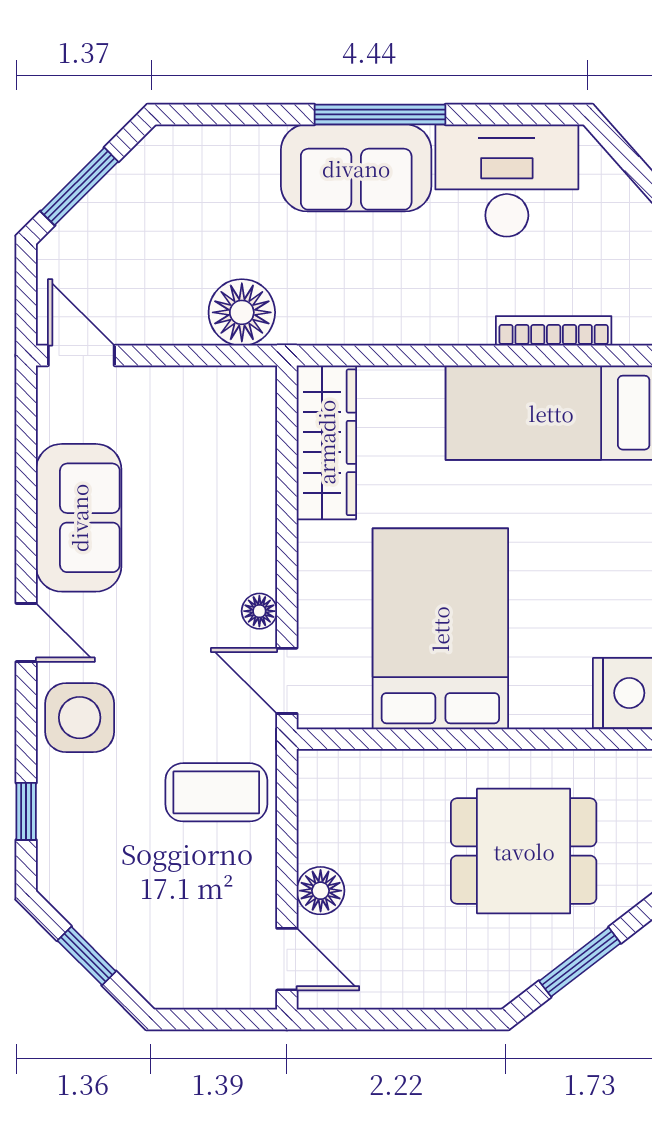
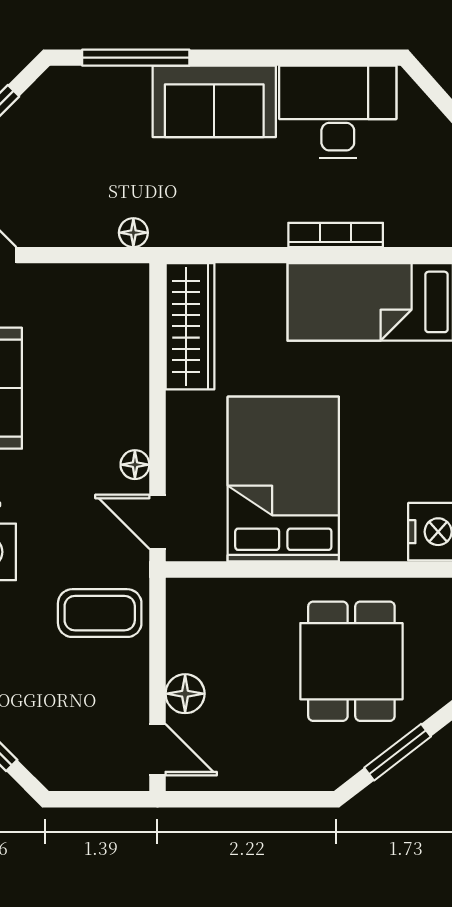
window: (380, 114) -> (136, 58), moved
floor lamp: (242, 312) -> (133, 233), width x0.53, depth x0.53
bookcase: (554, 331) -> (336, 235), moved
dining table: (524, 851) -> (351, 661), turned 90

